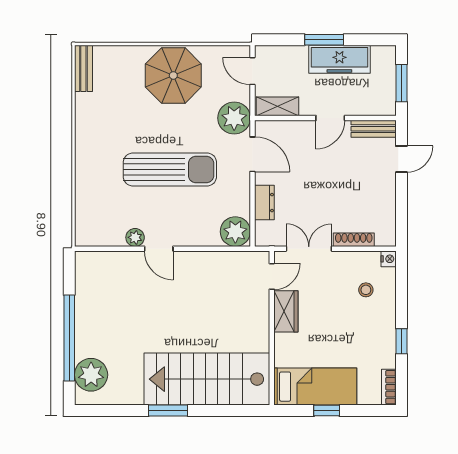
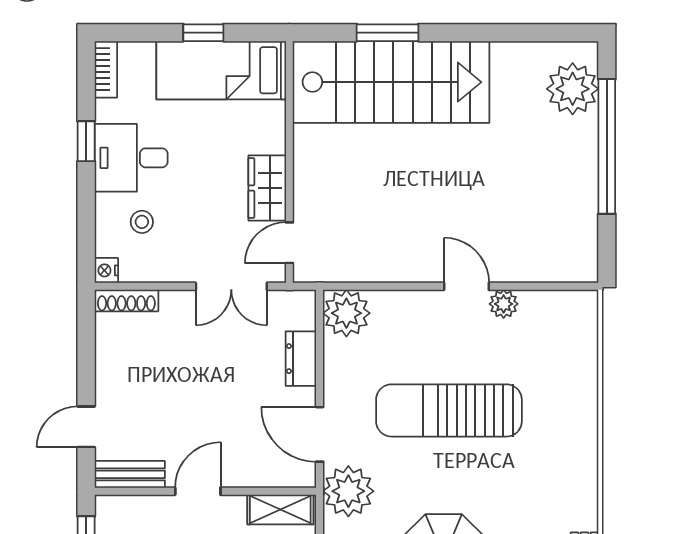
shoe rack: (354, 240) -> (126, 300), moved
desk: (373, 331) -> (131, 158), added
window: (168, 411) -> (388, 33), moved

